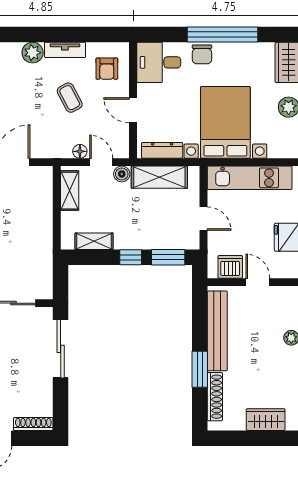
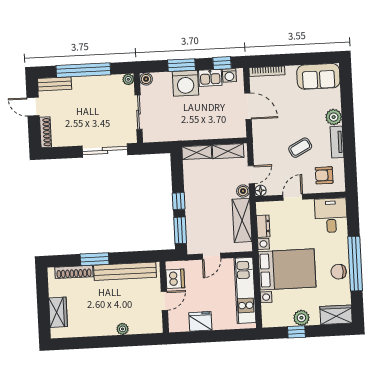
chair: (202, 54) -> (339, 272), moved
dresser: (162, 150) -> (263, 226), width x0.70
floor lamp: (80, 151) -> (261, 190), moved
shelving: (94, 241) -> (197, 152), moved, turned 90

